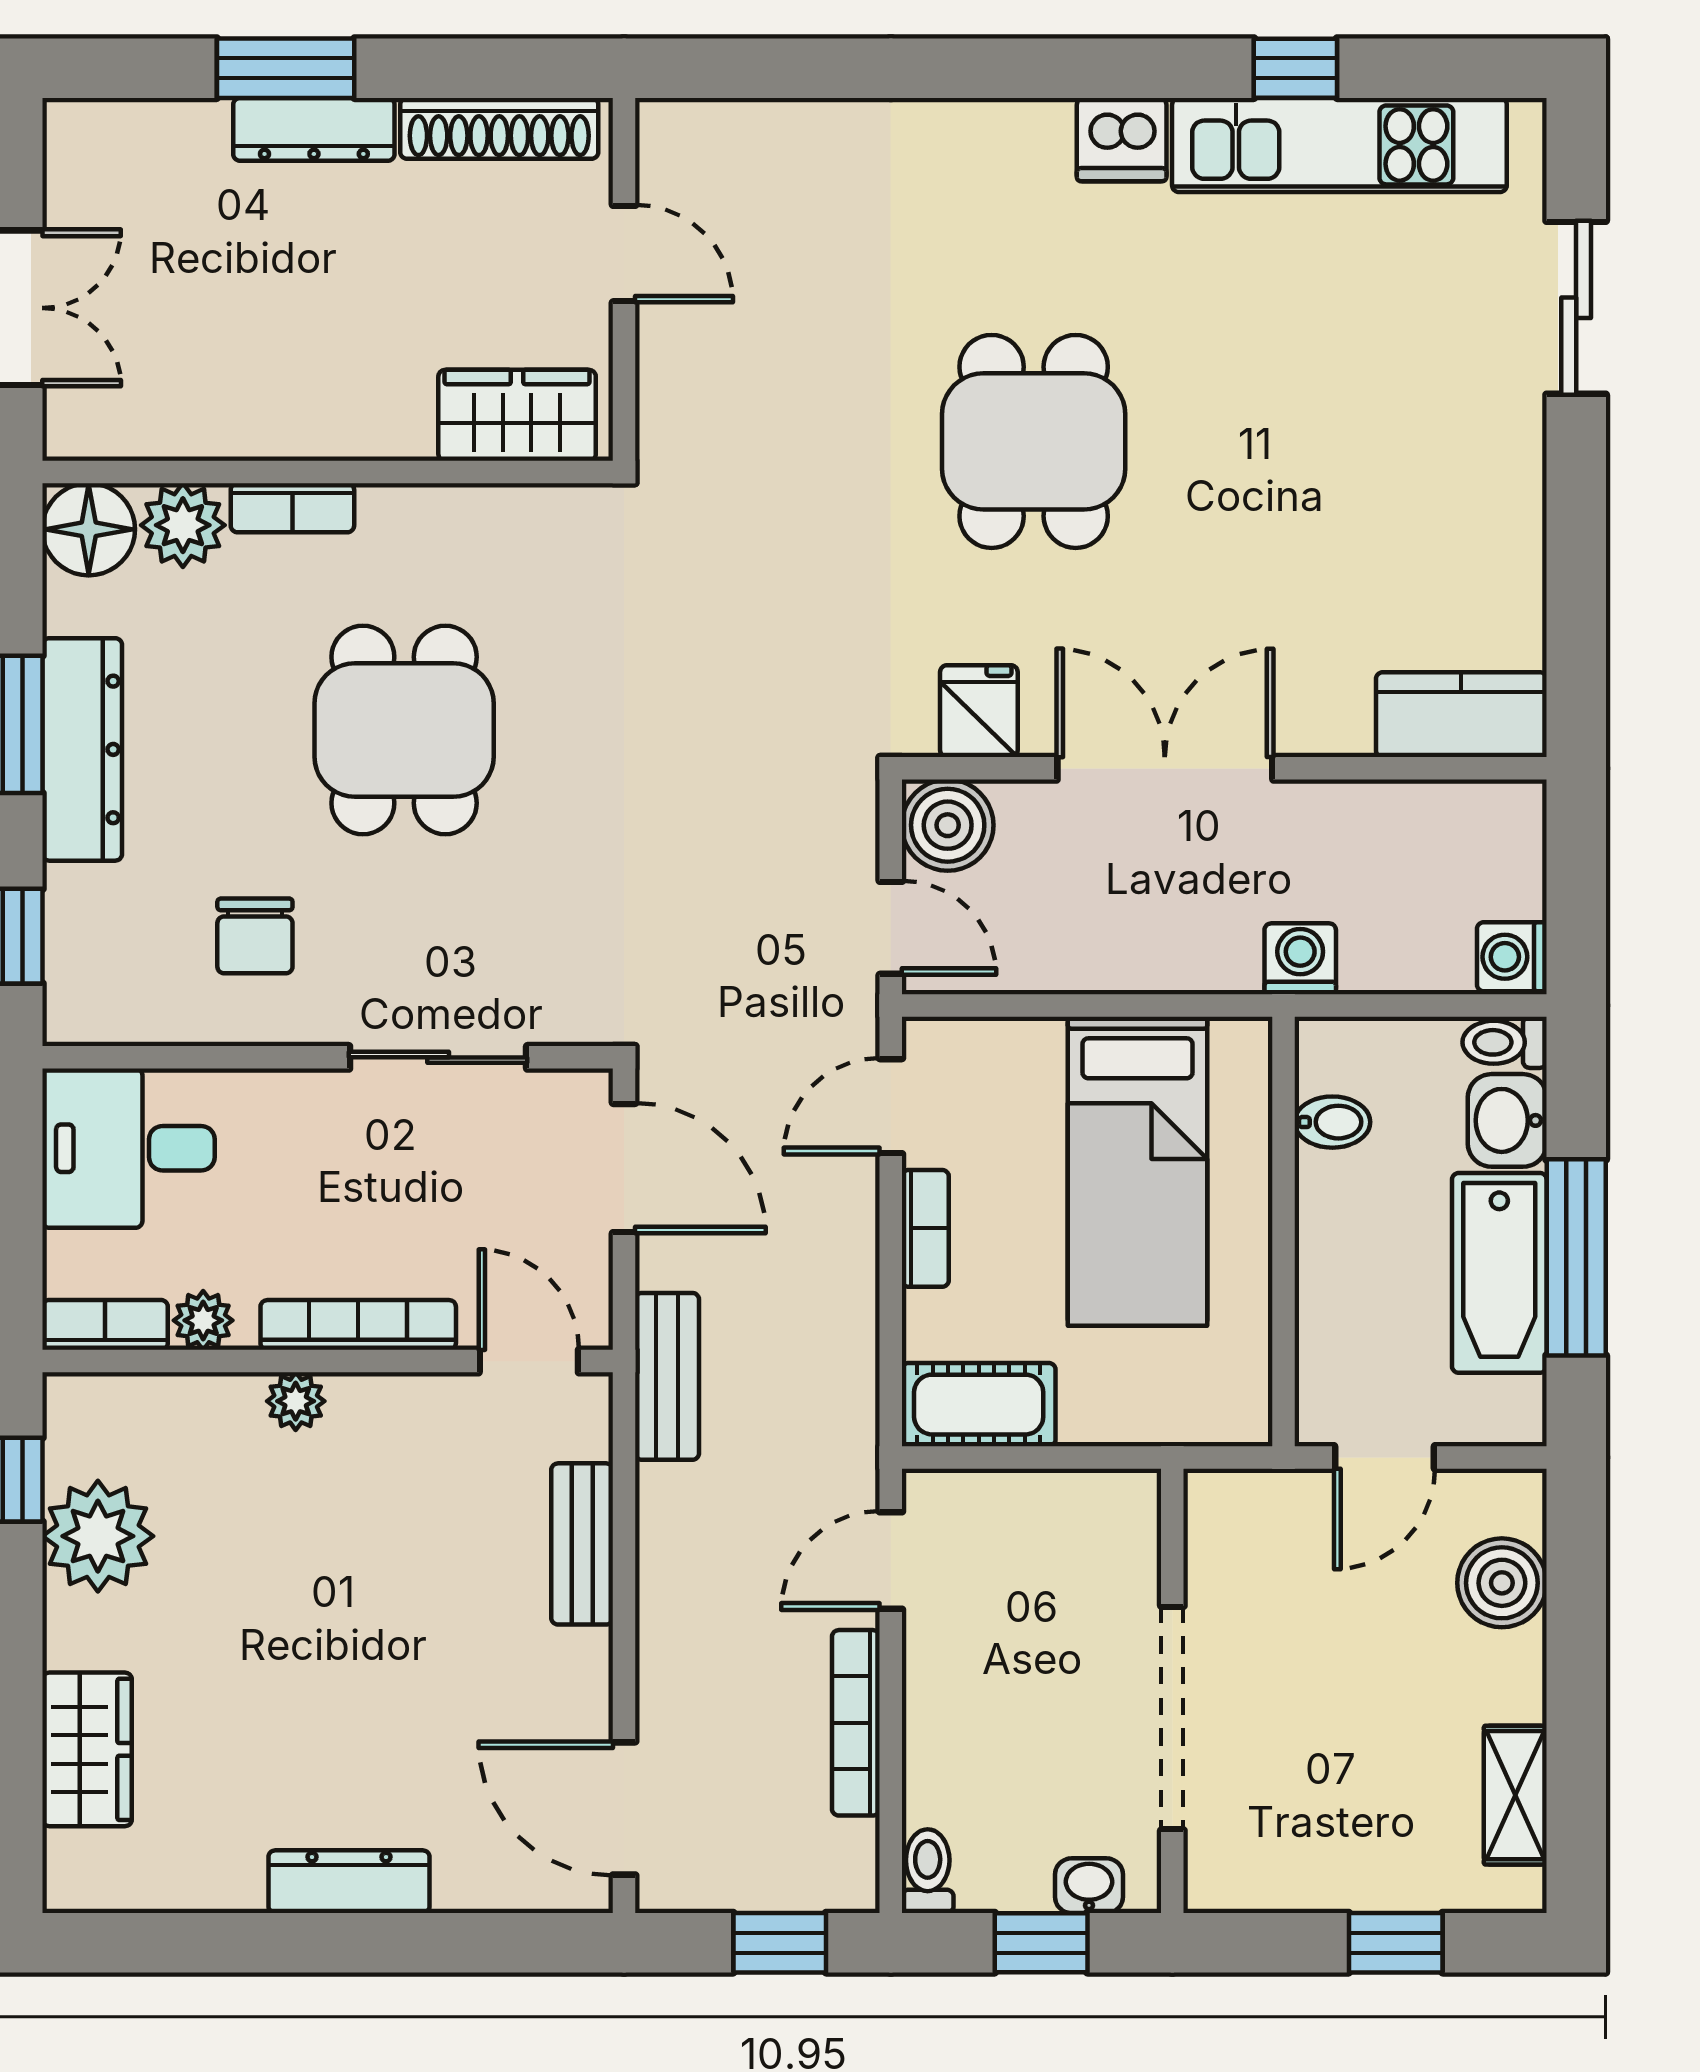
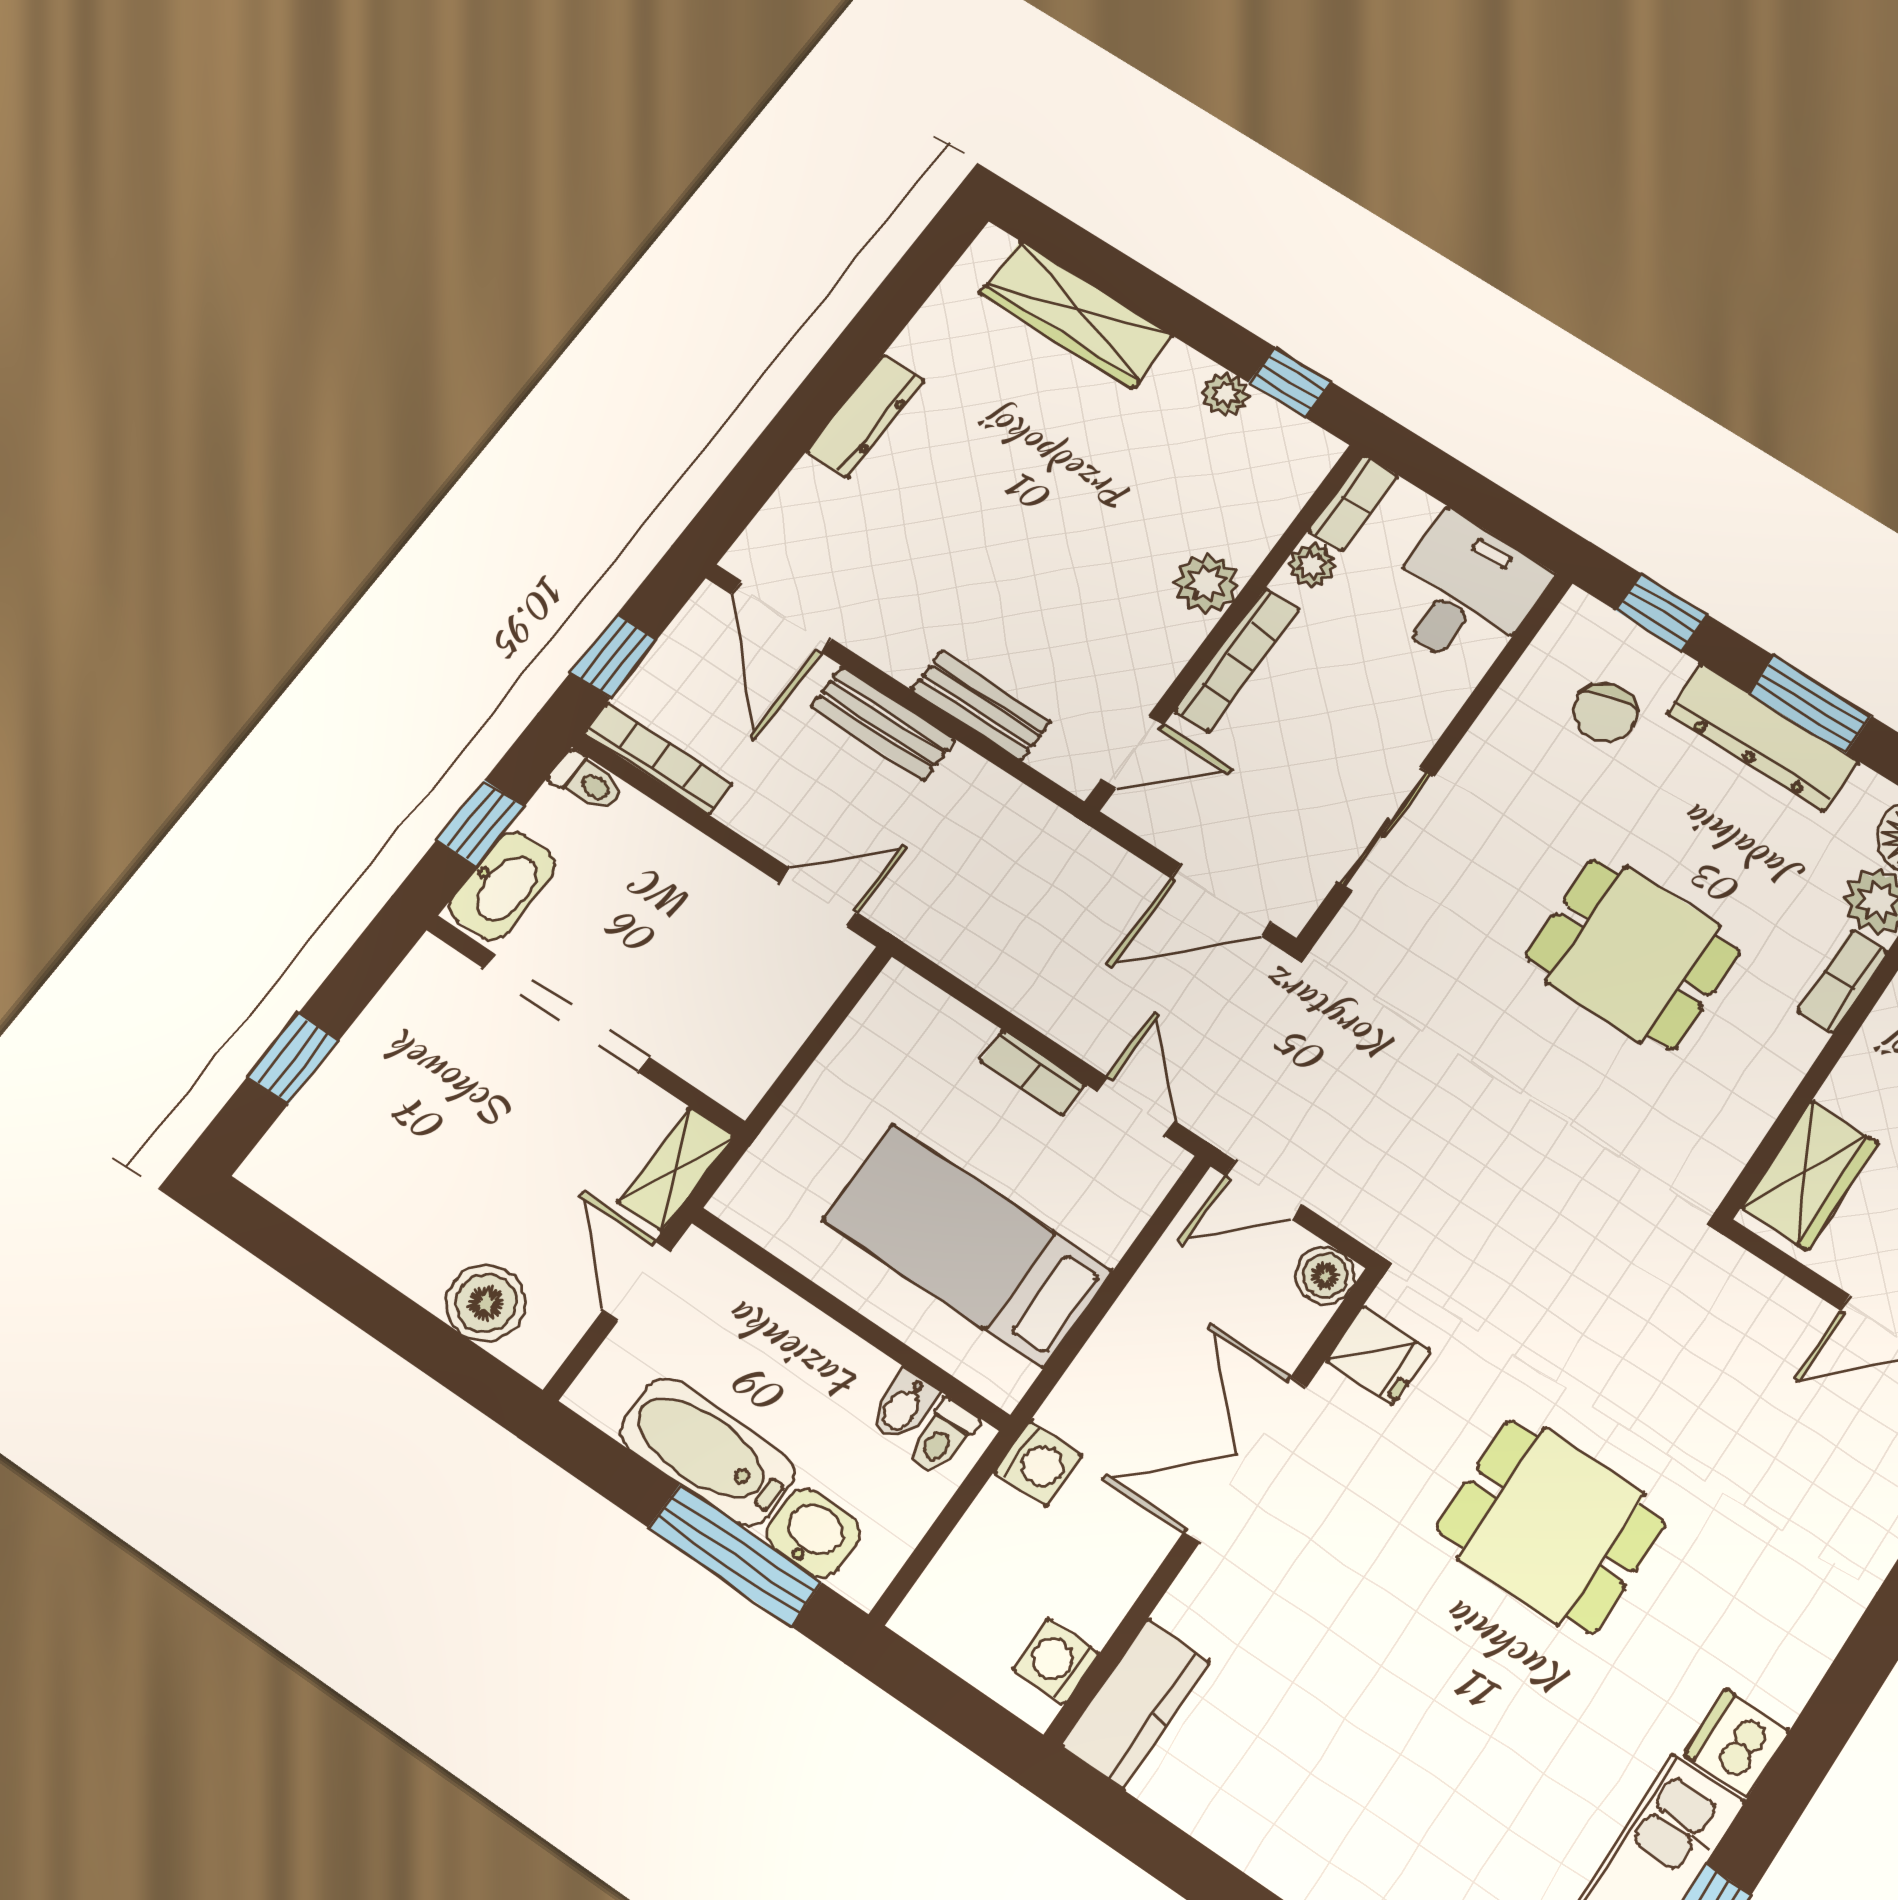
double door: (1165, 768) -> (1245, 1460), swing flipped
boiler: (948, 825) -> (1325, 1276), width x0.73, depth x0.73
chair: (255, 936) -> (1605, 712), moved, turned -105
washing machine: (1512, 957) -> (1056, 1661), moved, turned -90
toilet: (1505, 1042) -> (943, 1437), moved, turned 180
window: (1576, 1257) -> (735, 1555), moved
bench: (667, 1376) -> (883, 723), moved
plant: (296, 1401) -> (1207, 583), width x1.38, depth x1.38
cot: (979, 1405) -> (882, 1027), removed
plant: (98, 1536) -> (1225, 394), width x0.53, depth x0.53
door: (891, 1560) -> (818, 898), hinge flipped
bookcase: (856, 1723) -> (658, 758), moved
wardrobe: (87, 1749) -> (1076, 315), width x1.50
shelving: (1515, 1795) -> (676, 1169), moved, turned 90
door: (624, 1808) -> (781, 617), swing flipped
washbasin: (1089, 1886) -> (503, 886), width x1.91, depth x1.45

